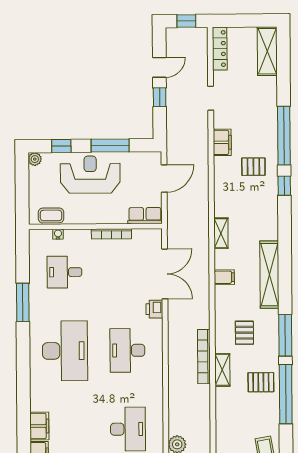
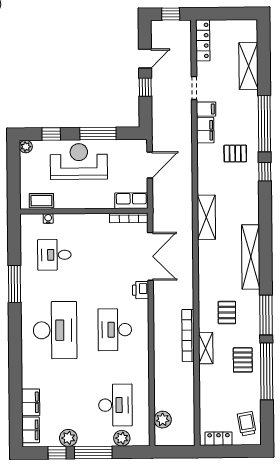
shelving: (267, 51) -> (248, 66), moved
shelving: (221, 233) -> (206, 217), width x1.50, depth x1.33
bookcase: (111, 234) -> (129, 218), moved
filing cabinet: (224, 277) -> (206, 109), moved
pallet: (261, 382) -> (243, 360), turned 90

